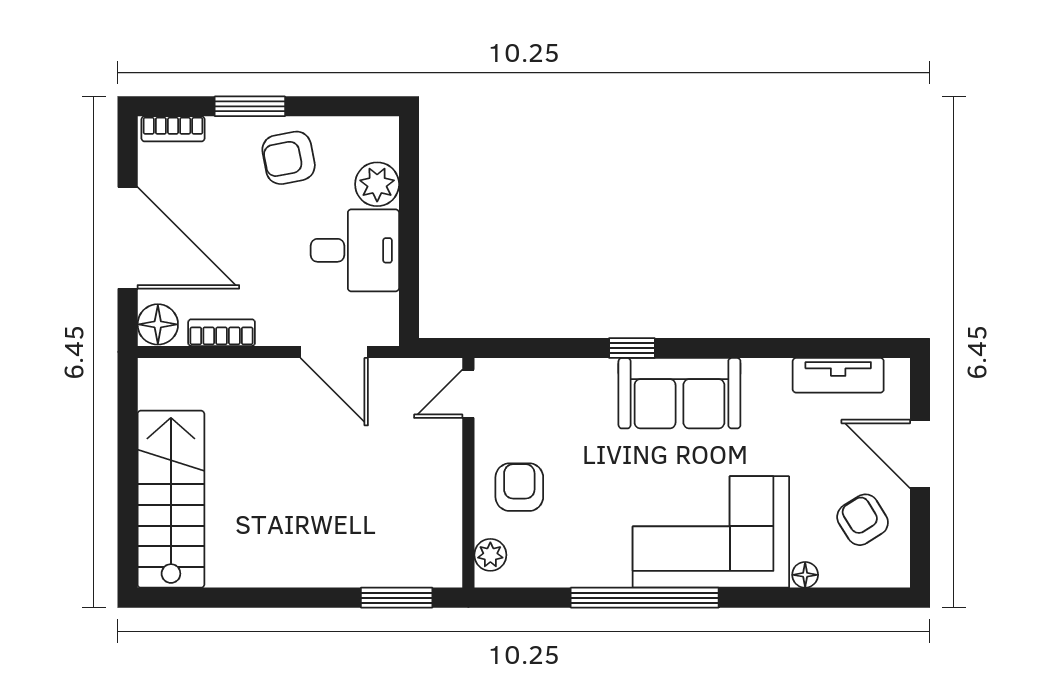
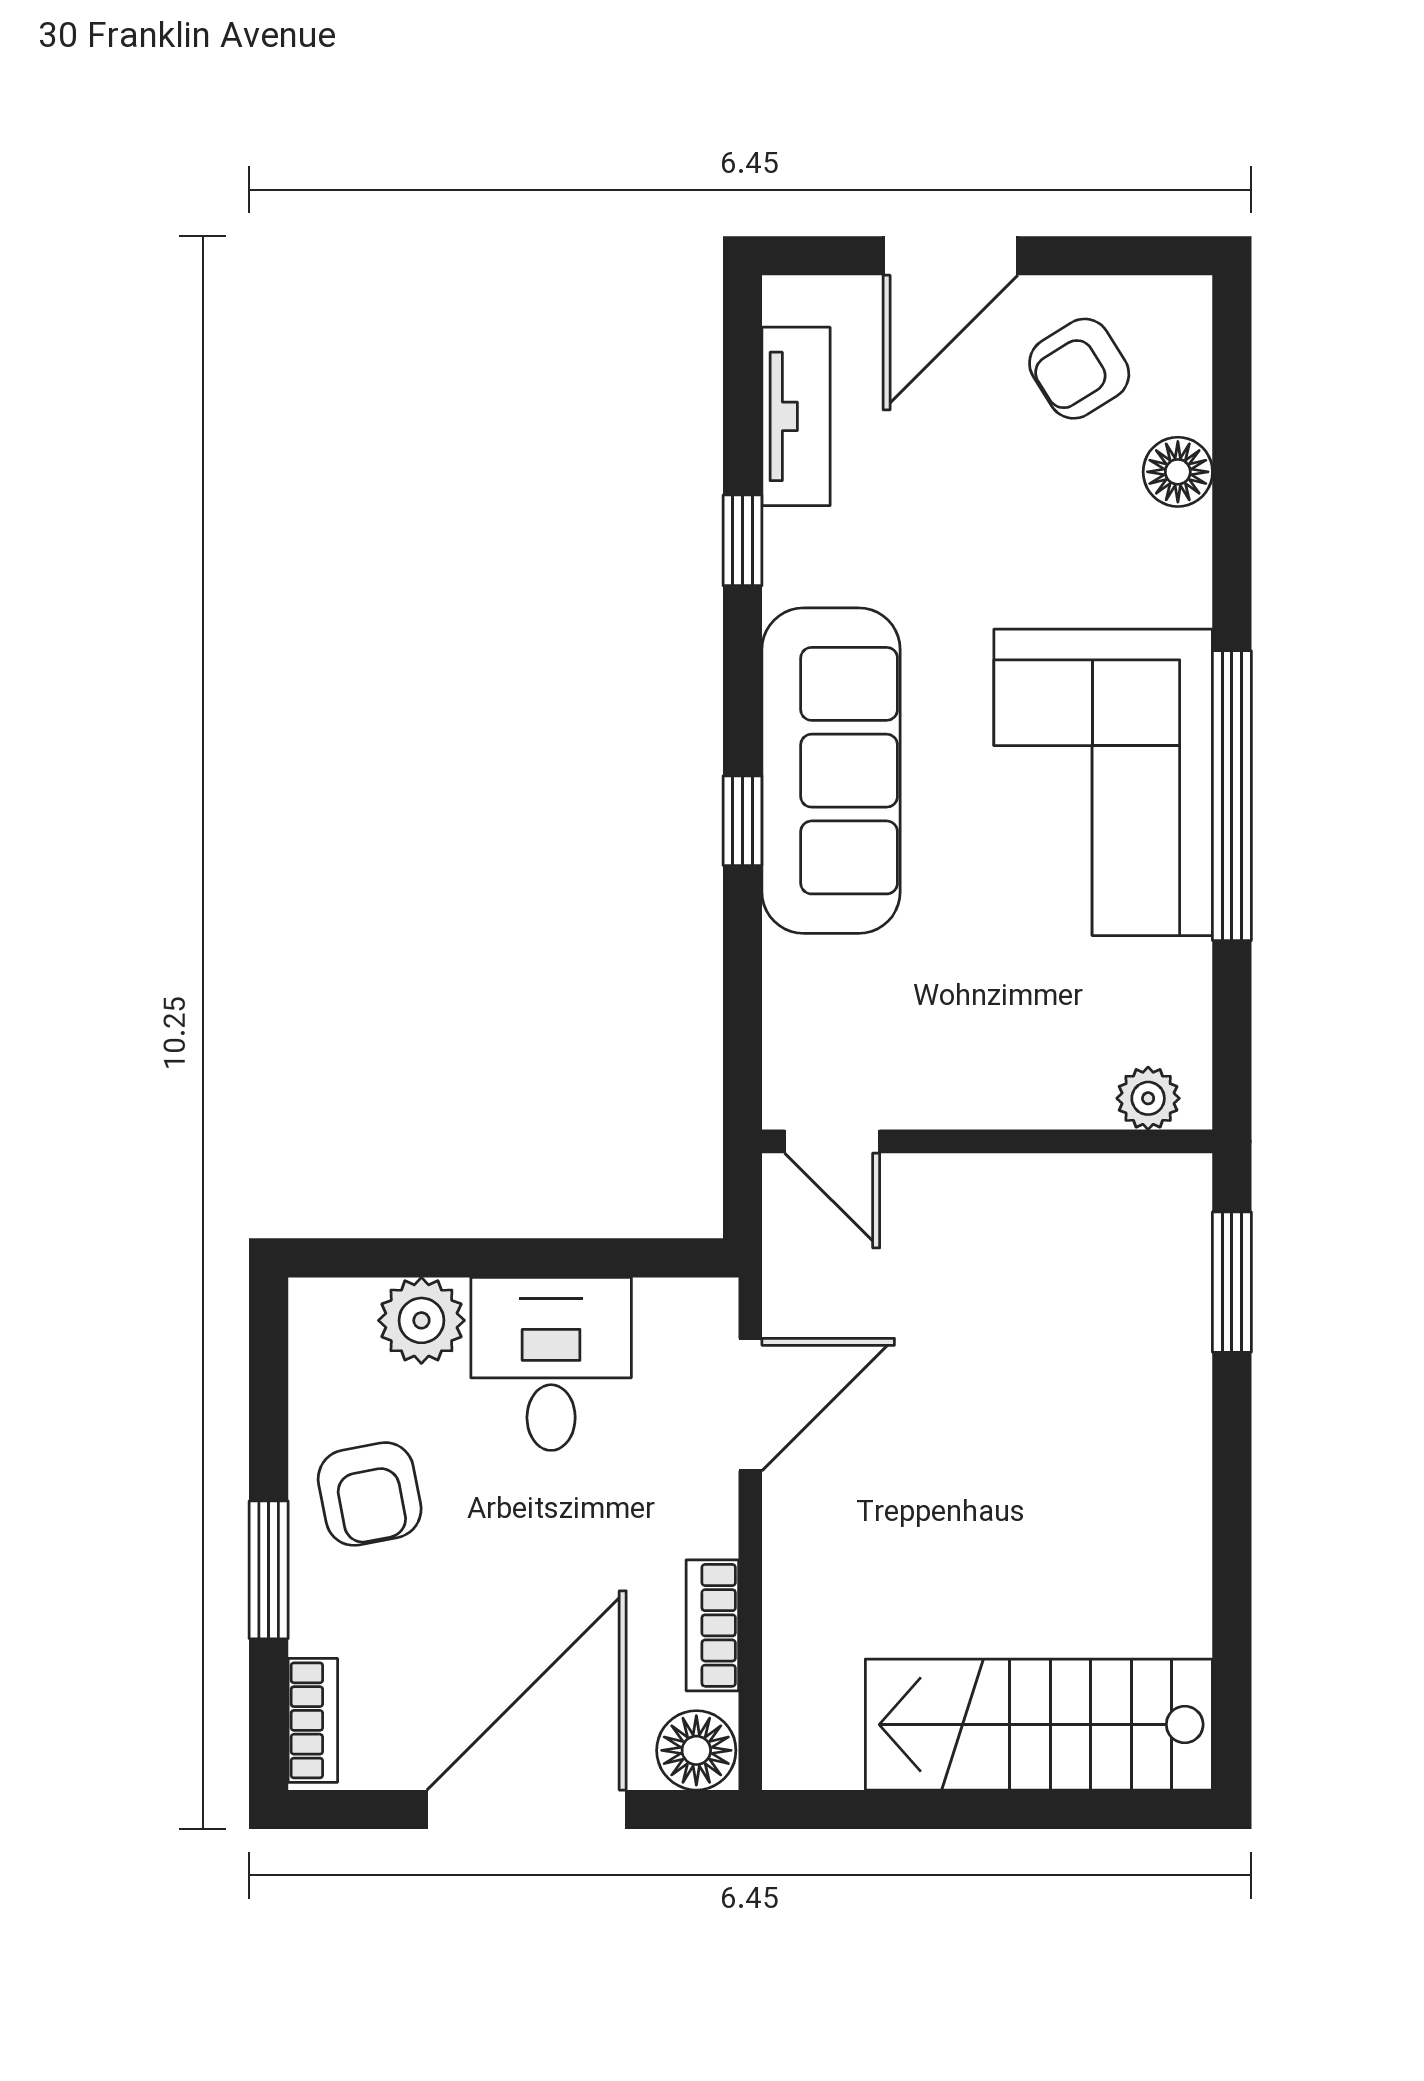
window: (775, 348) -> (742, 540), added
sofa: (679, 393) -> (831, 771), width x1.36
armchair: (519, 487) -> (1015, 1041), removed
corner sofa: (711, 532) -> (1103, 782), moved
floor lamp: (805, 575) -> (1178, 472), width x1.37, depth x1.37

